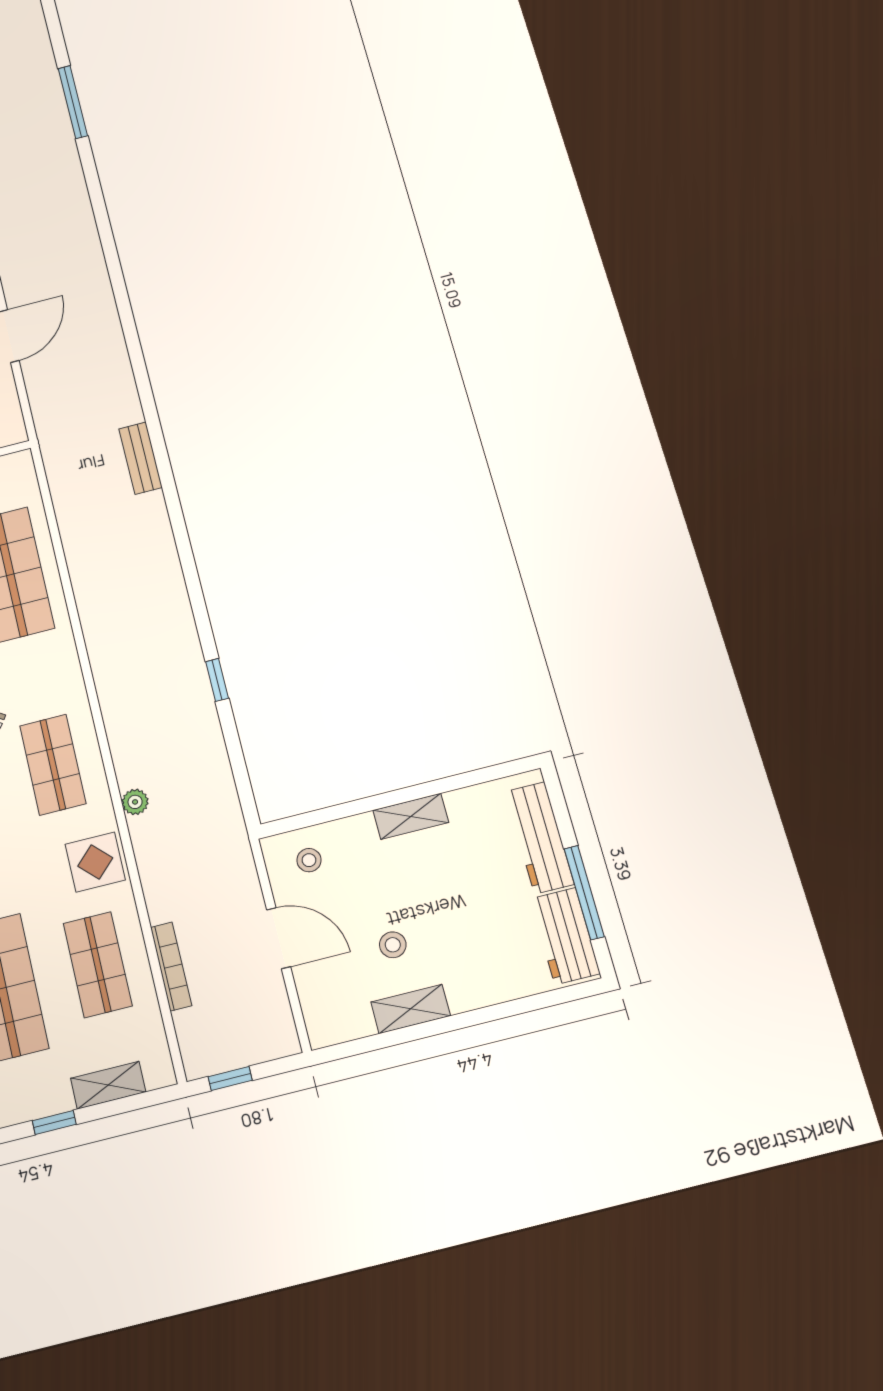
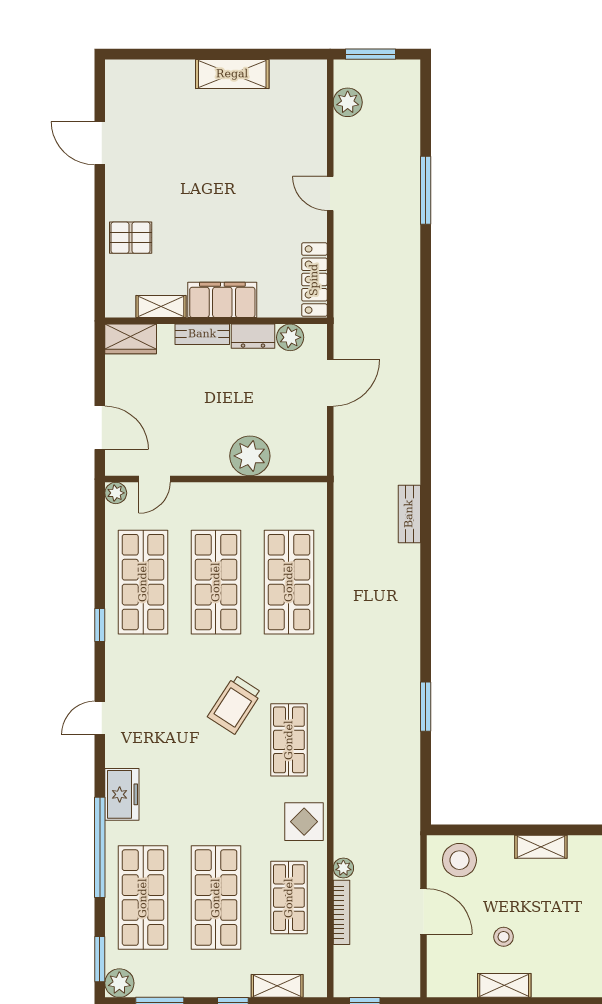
window: (217, 680) -> (426, 707), width x1.50
plant: (135, 802) -> (343, 868), moved
stool: (309, 860) -> (459, 860), width x1.89, depth x1.89

